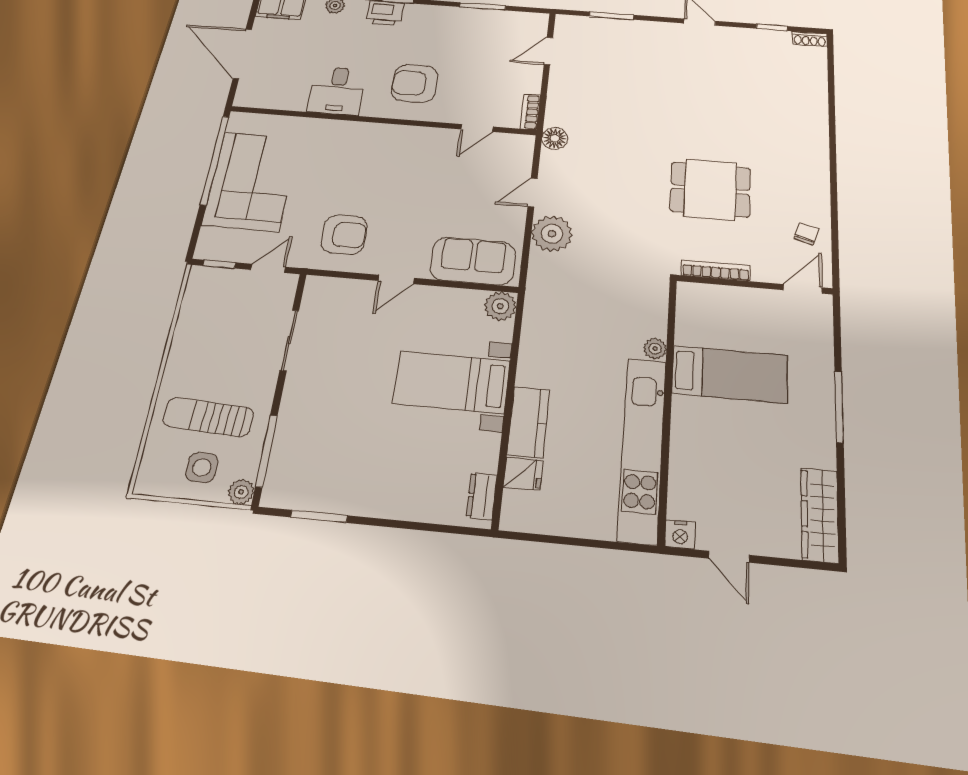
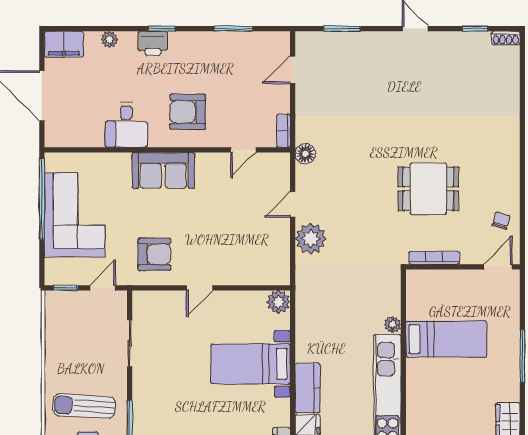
sofa: (473, 261) -> (163, 170), moved, turned 180

